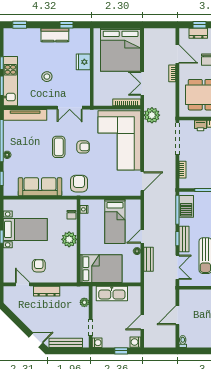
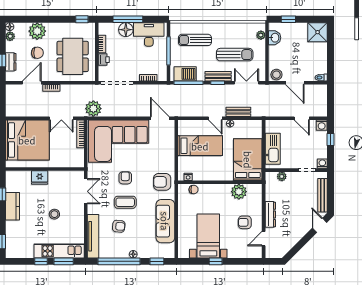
armchair: (35, 140) -> (119, 226), added
plant: (69, 239) -> (239, 192), moved
stool: (186, 297) -> (276, 75), added

